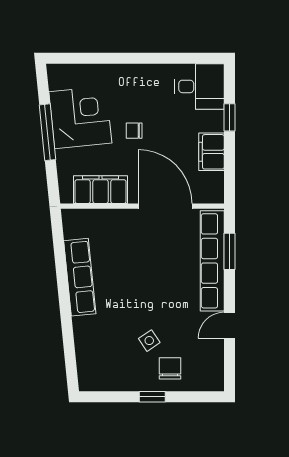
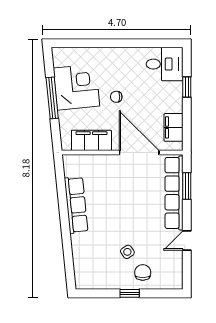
filing cabinet: (212, 152) -> (173, 127), moved

